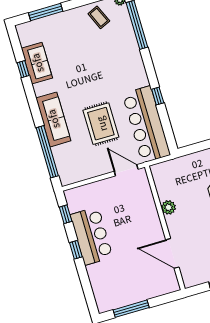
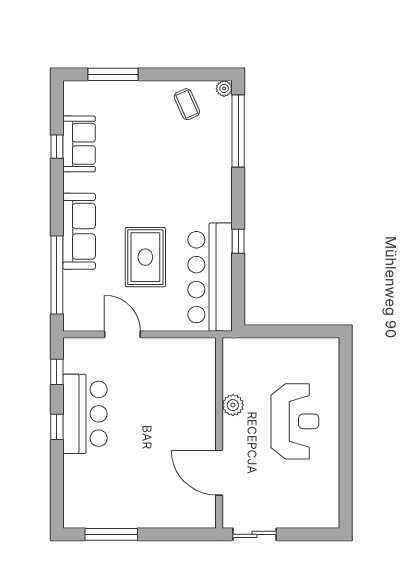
door: (126, 170) -> (122, 334), moved
plant: (168, 207) -> (233, 405), moved
wall: (165, 228) -> (219, 433), moved
door: (172, 253) -> (219, 473), moved

